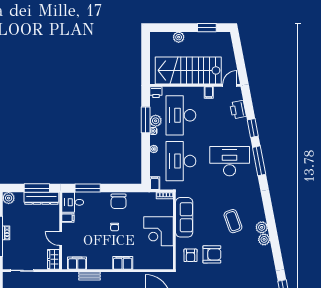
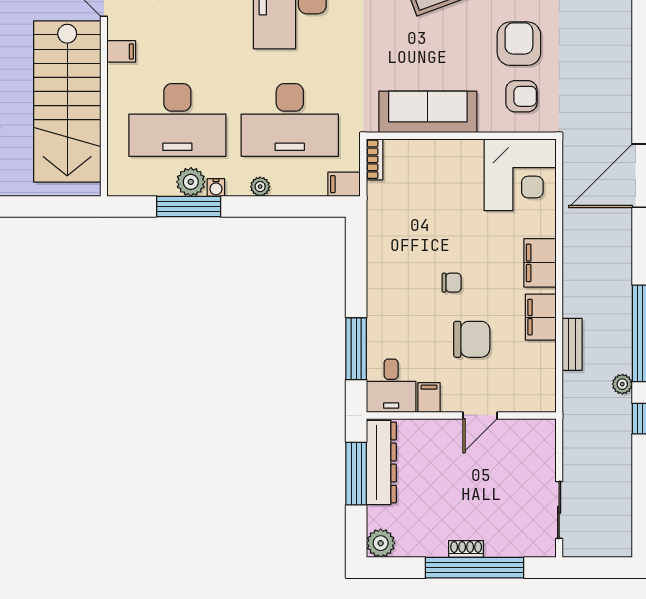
printer: (156, 92) -> (120, 181), removed
chair: (119, 201) -> (472, 339), moved
corner desk: (159, 231) -> (520, 175), moved
wardrobe: (53, 259) -> (531, 433), removed
filing cabinet: (77, 263) -> (541, 317), moved

